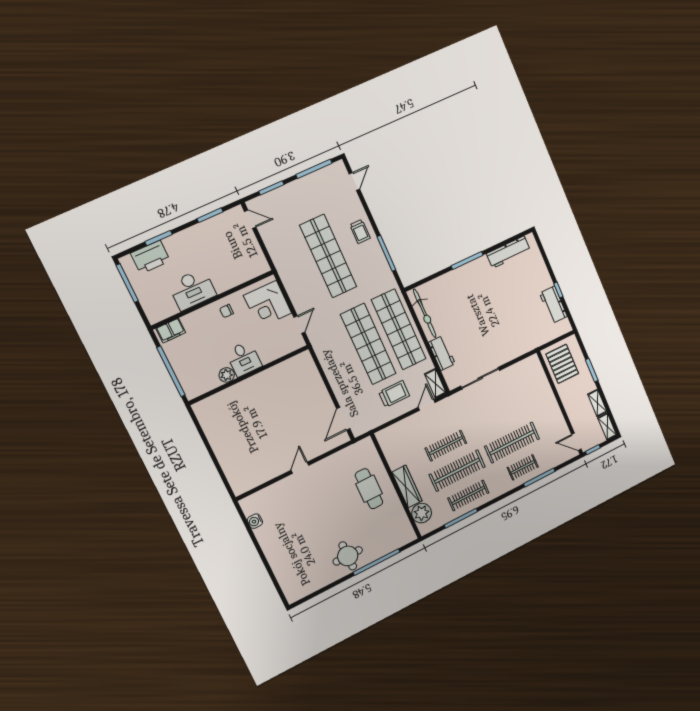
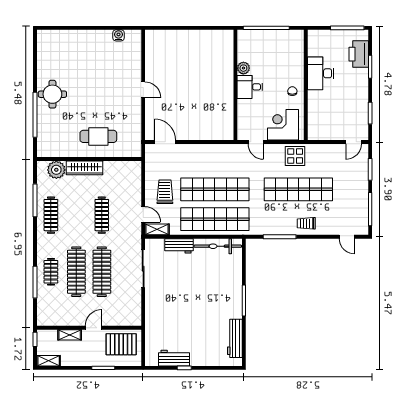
display table: (295, 276) -> (295, 156), added
filing cabinet: (171, 330) -> (297, 43), removed
trolley: (394, 394) -> (165, 192), turned 180
shelving: (597, 403) -> (70, 335), moved
door: (576, 442) -> (94, 328), moved
clothes rail: (457, 471) -> (102, 272), moved

